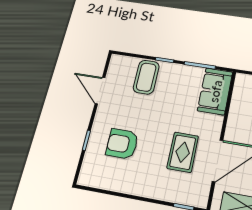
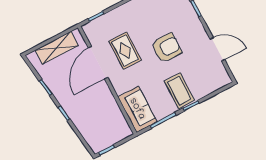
coffee table: (146, 77) -> (179, 91), moved
armchair: (122, 144) -> (167, 48), moved

